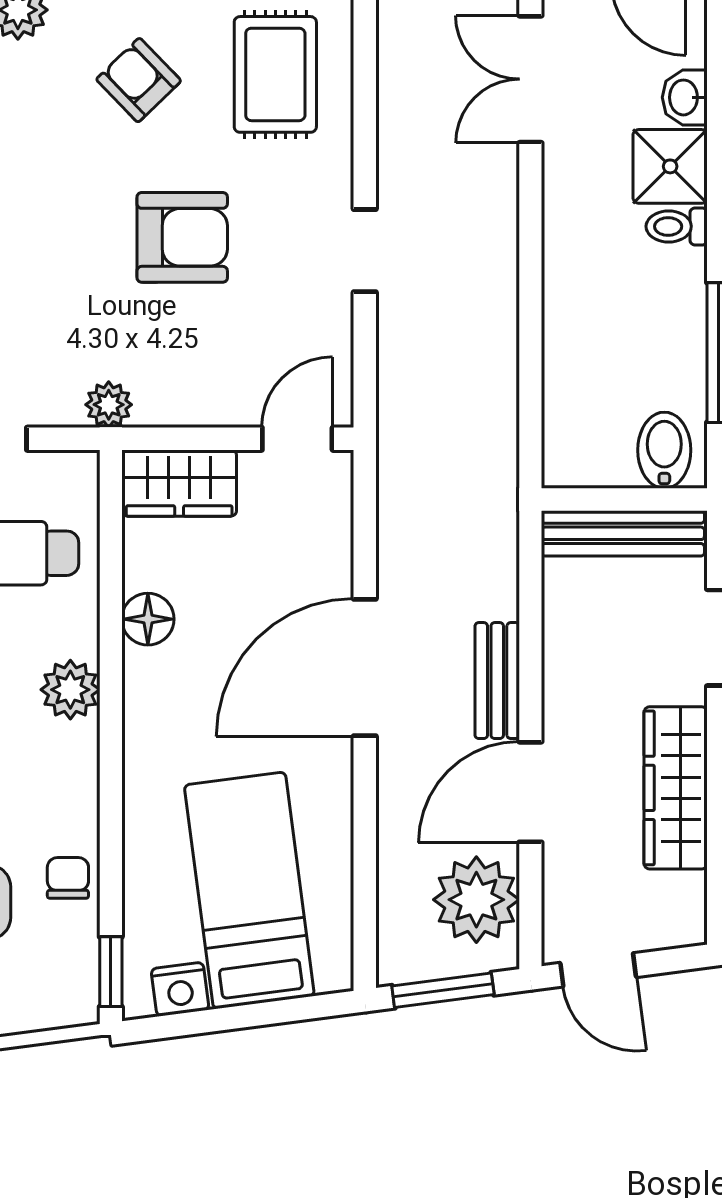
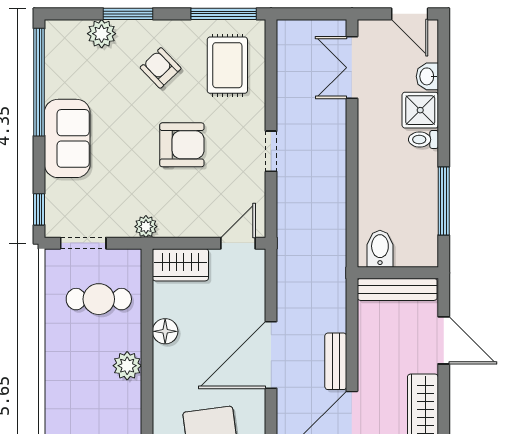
bidet: (664, 450) -> (380, 249), moved

